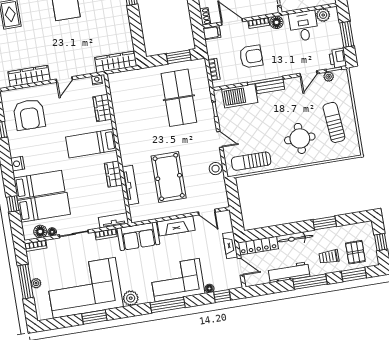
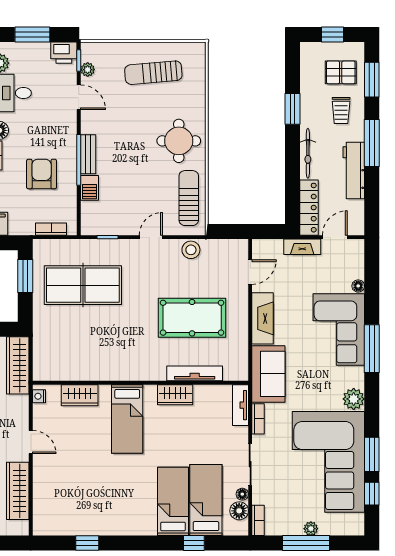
barbecue: (240, 96) -> (90, 188), width x0.53, depth x0.65
armchair: (29, 115) -> (72, 499), removed
round table: (300, 138) -> (179, 141), moved
sun lounger: (251, 161) -> (189, 198), turned 180
nightstand: (18, 164) -> (138, 527), removed
window: (222, 296) -> (372, 494), moved

